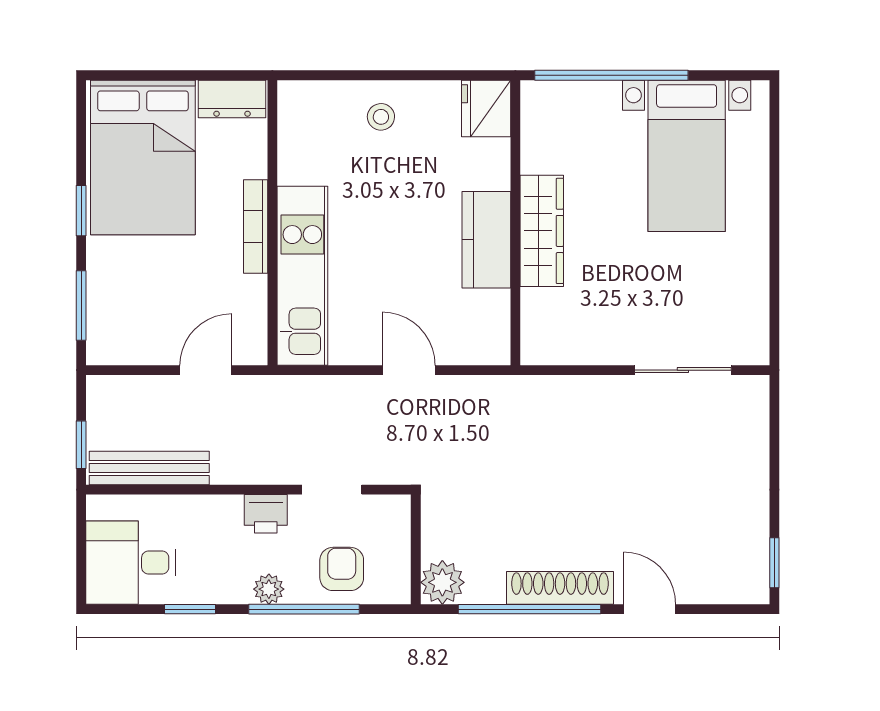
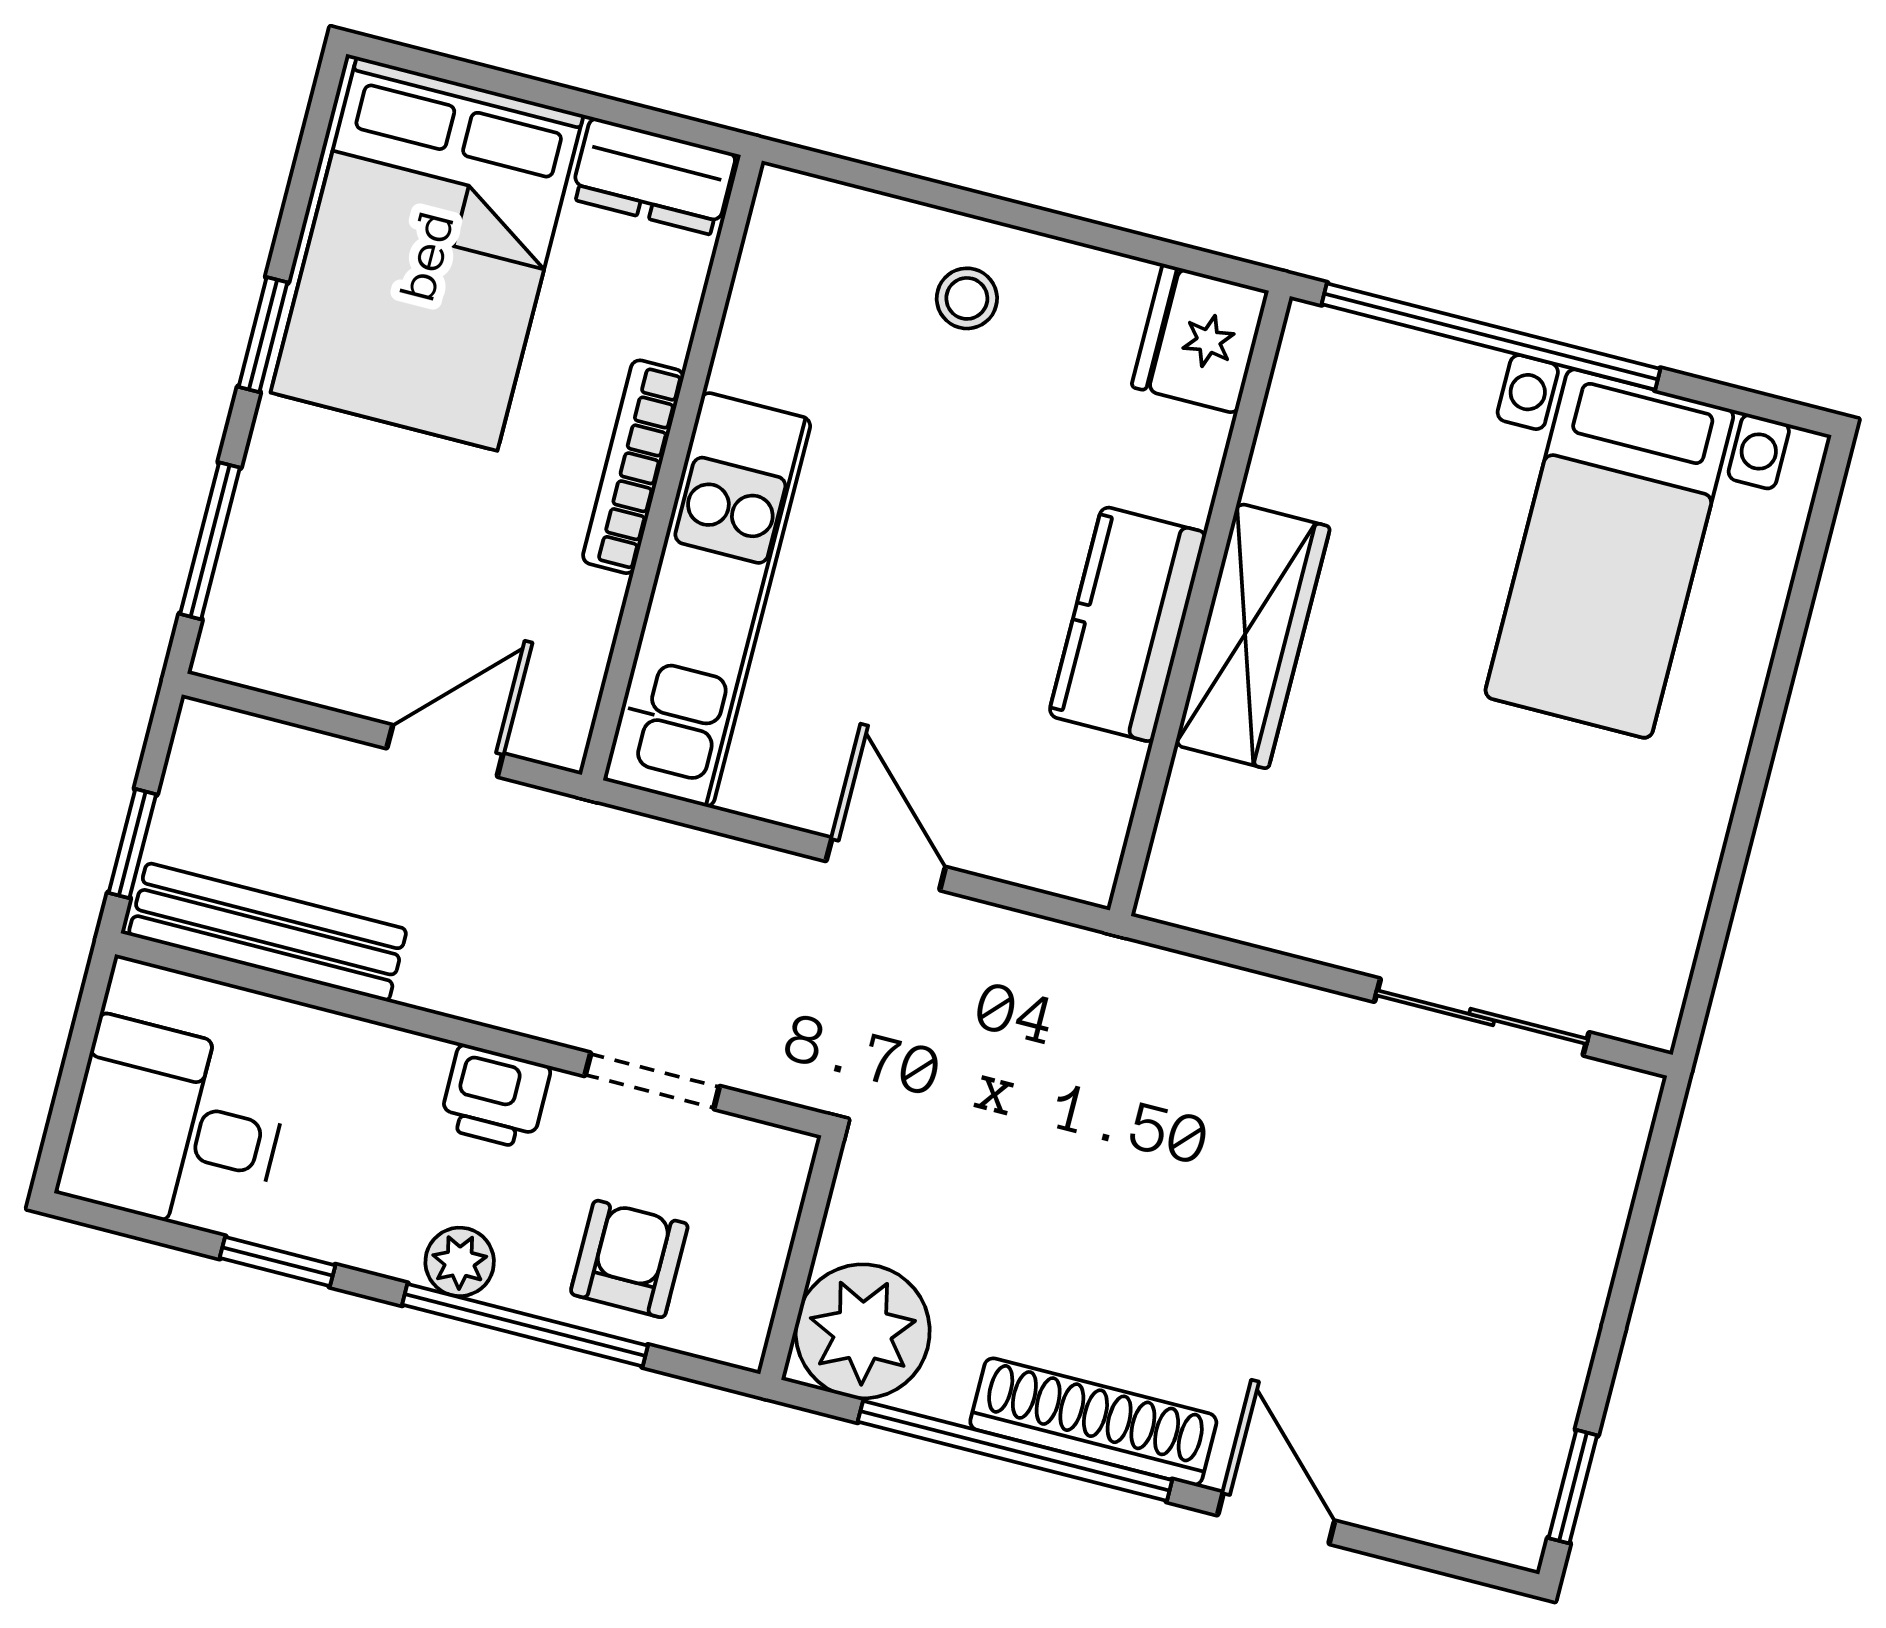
plant: (442, 582) -> (863, 1331), width x1.36, depth x1.36

